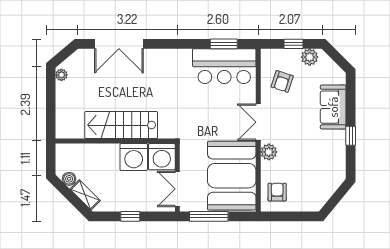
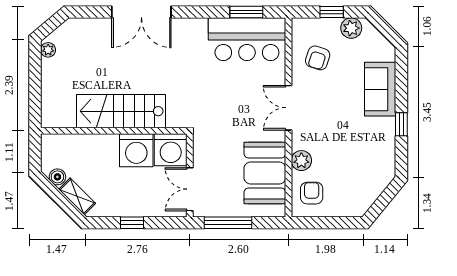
double door: (119, 44) -> (141, 12), moved
plant: (269, 152) -> (301, 161), moved
booth: (232, 176) -> (265, 173), width x0.73, depth x0.70

